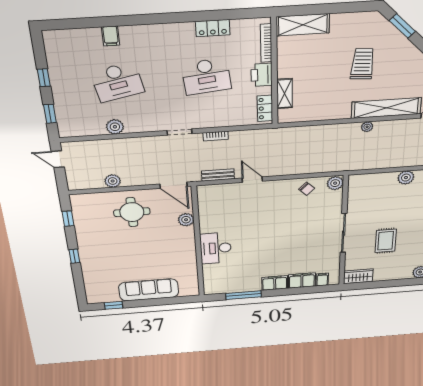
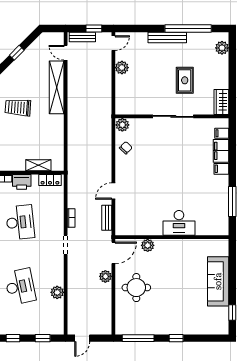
plant: (367, 127) -> (72, 101), removed
plant: (113, 181) -> (105, 276), moved
window: (68, 219) -> (138, 338), width x2.17
rug: (386, 241) -> (185, 80), turned 90
filing cabinet: (275, 283) -> (221, 169), width x0.50

